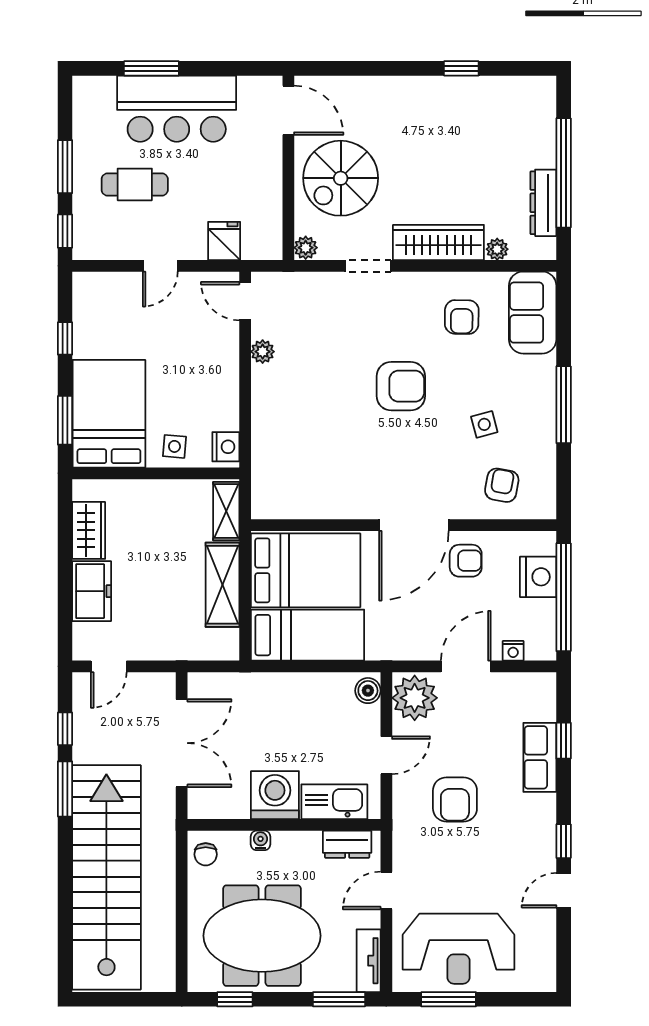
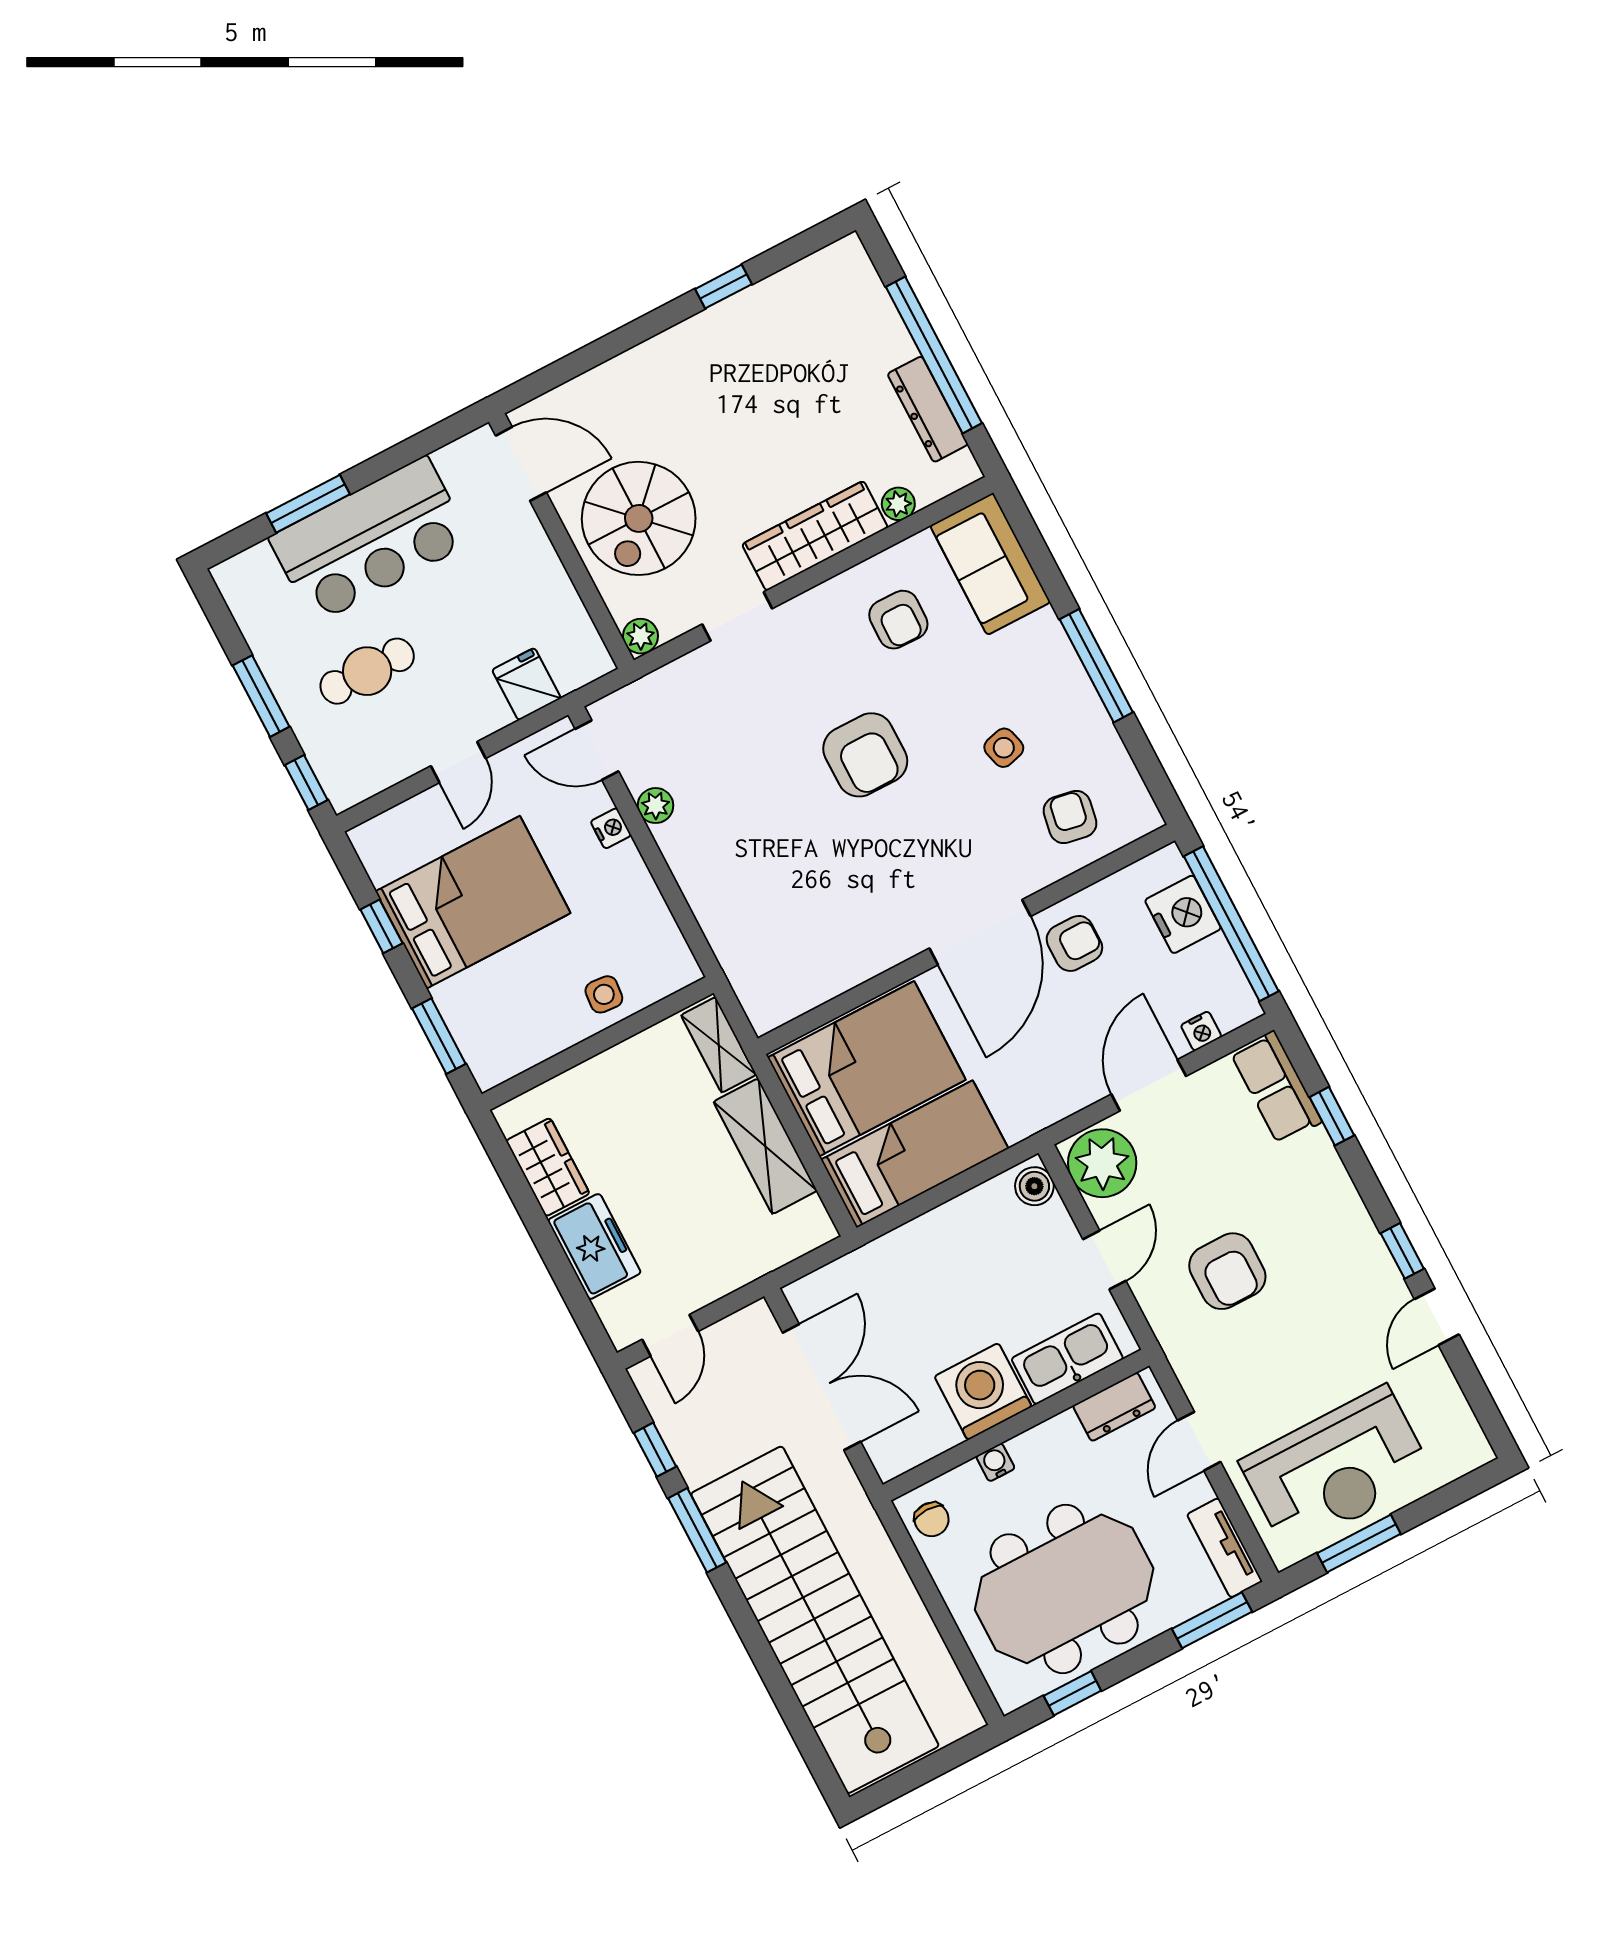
armchair: (401, 386) -> (865, 755), turned 90
bed: (109, 414) -> (473, 902), moved, turned 90
nightstand: (226, 447) -> (611, 828), moved, width x0.72, depth x0.74
row of seats: (540, 757) -> (1276, 1087), moved

